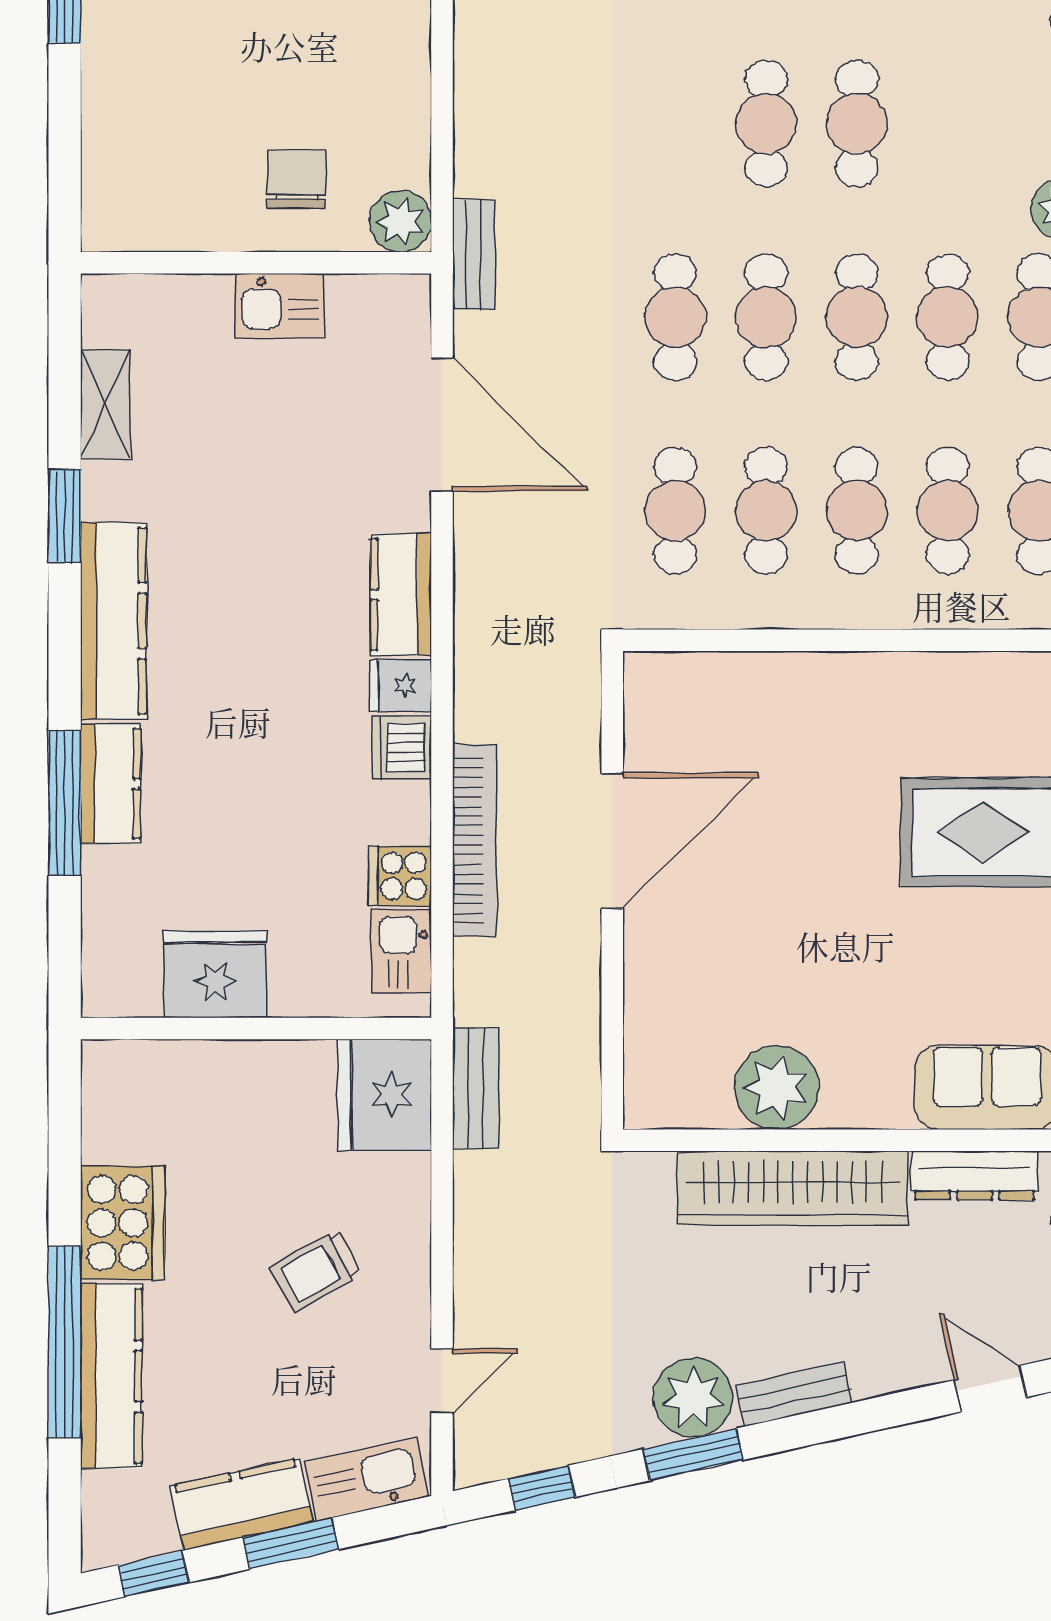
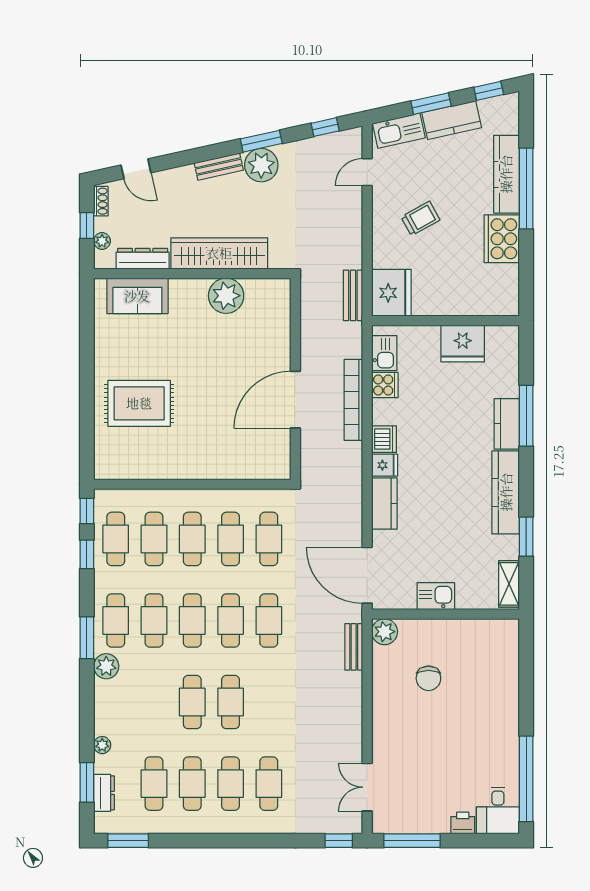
plant: (401, 221) -> (385, 632), moved
wall: (256, 263) -> (445, 614), moved
kitchen sink: (279, 306) -> (436, 596), moved

